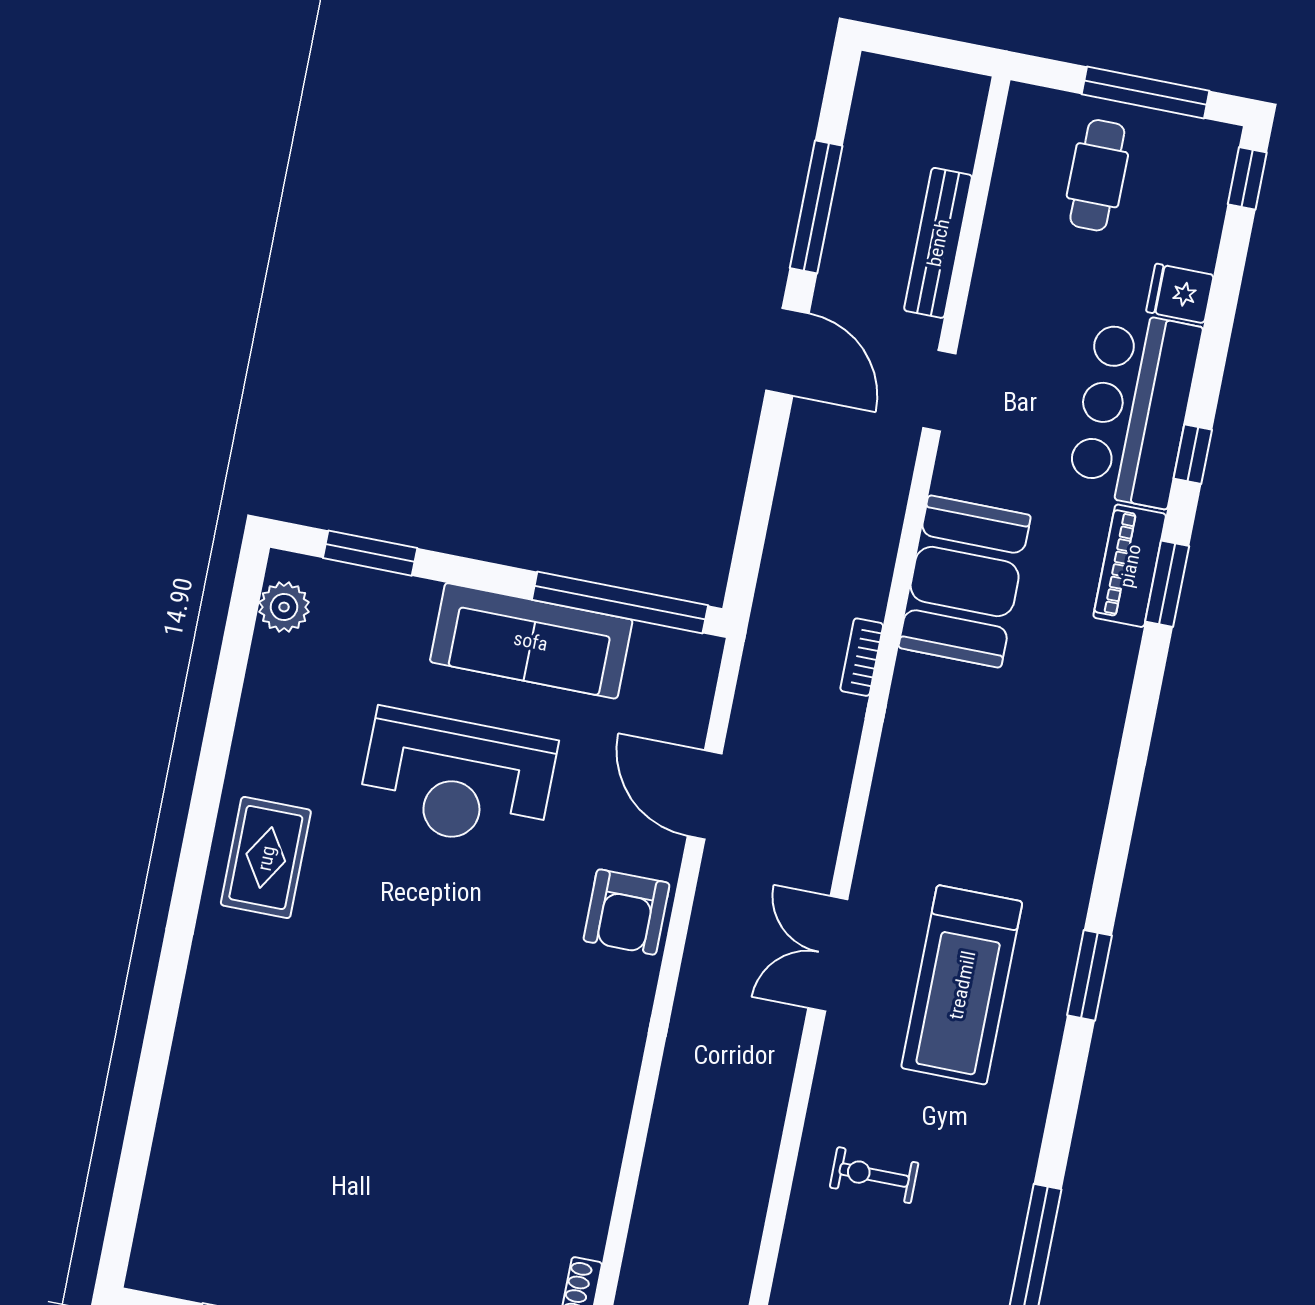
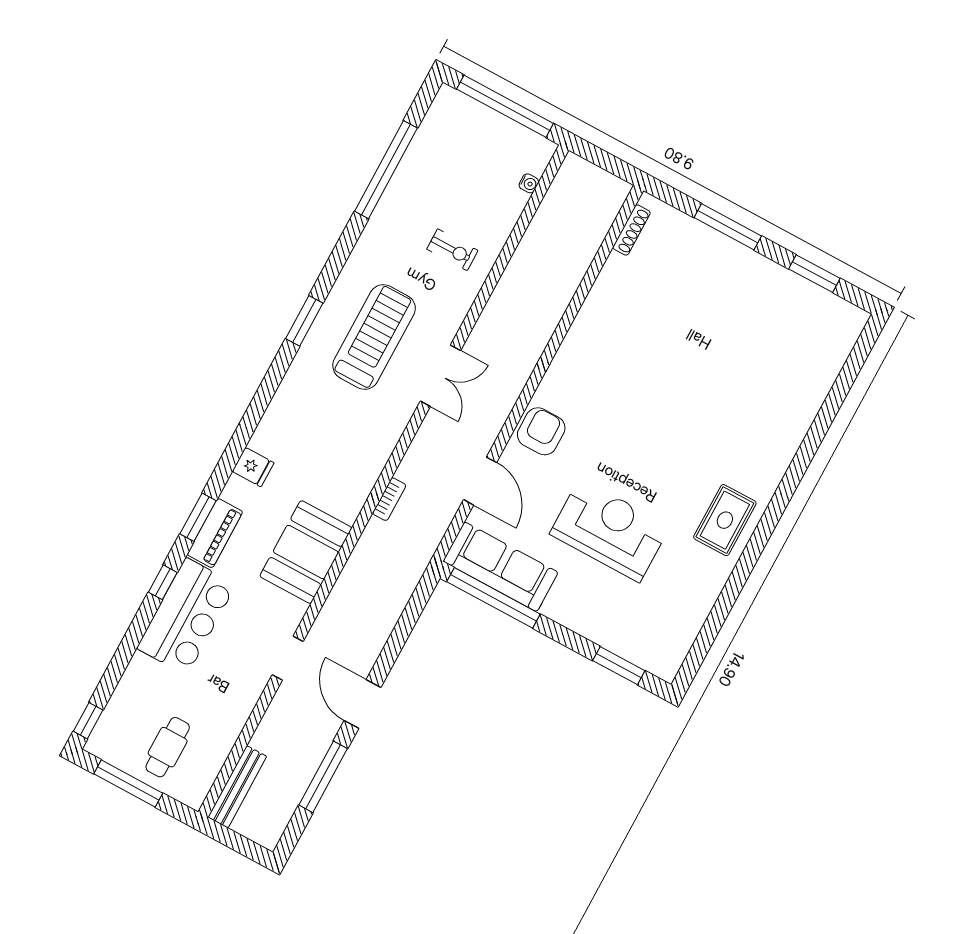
bench: (938, 243) -> (237, 787), moved
fridge: (1180, 293) -> (253, 467), moved
plant: (284, 607) -> (674, 651), removed
sofa: (531, 641) -> (501, 567), moved
bookcase: (862, 657) -> (389, 499), moved

